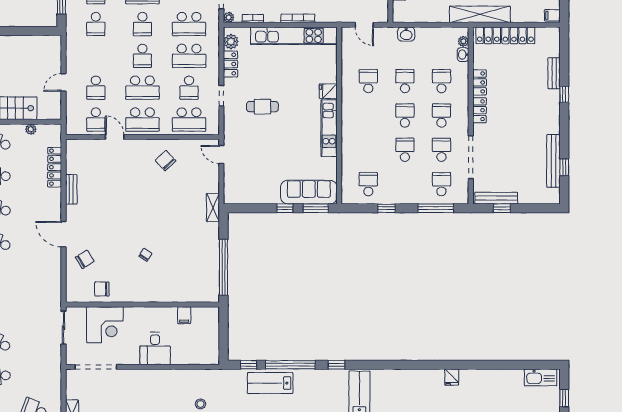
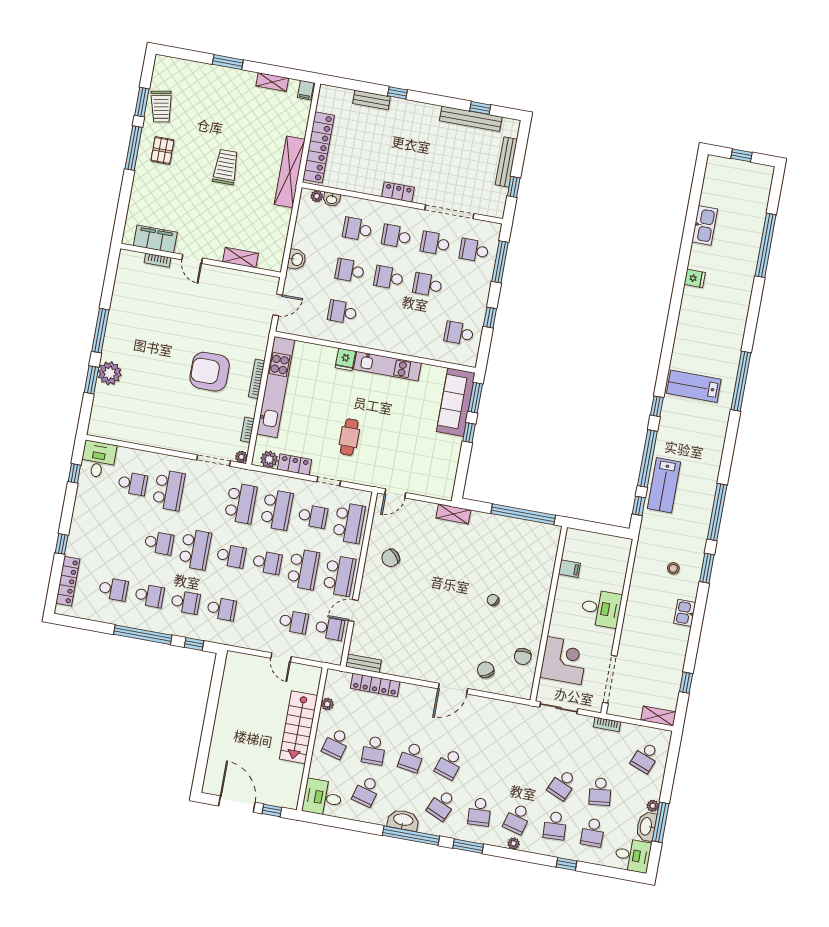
locker: (480, 82) -> (367, 186), removed
bench: (71, 189) -> (363, 663), moved
bench: (496, 198) -> (506, 162), moved
bookcase: (57, 372) -> (607, 724), added
kitchen sink: (541, 377) -> (705, 225), moved

